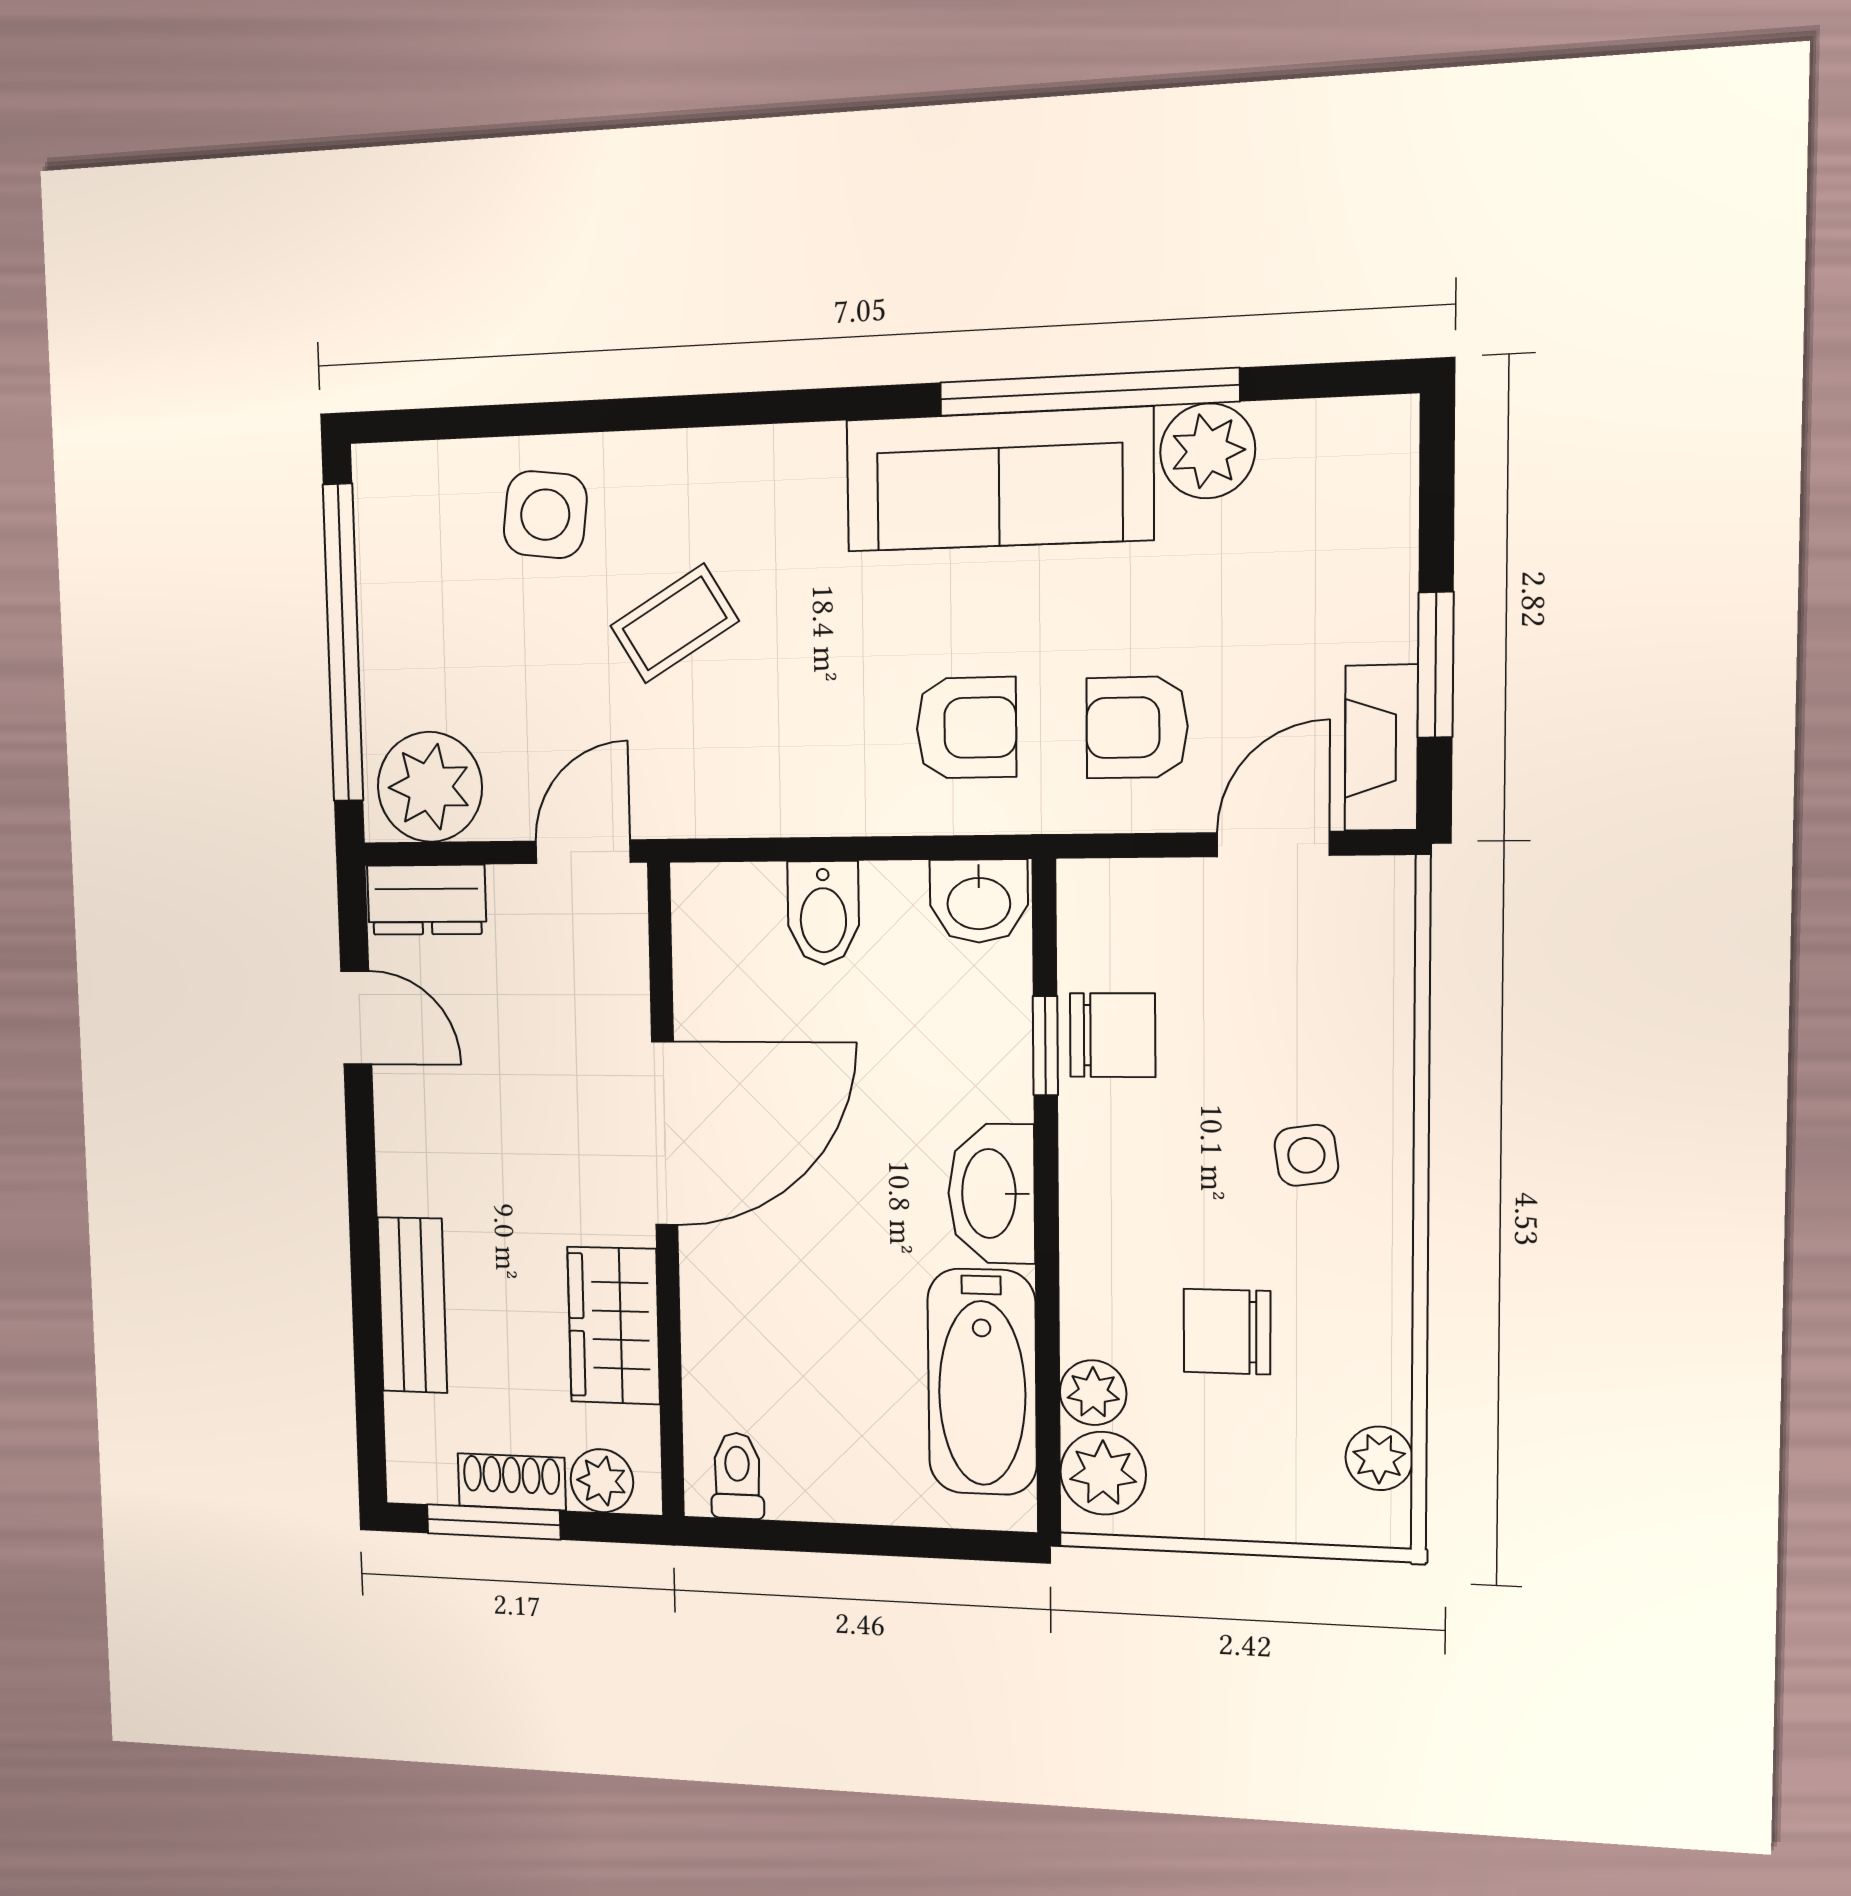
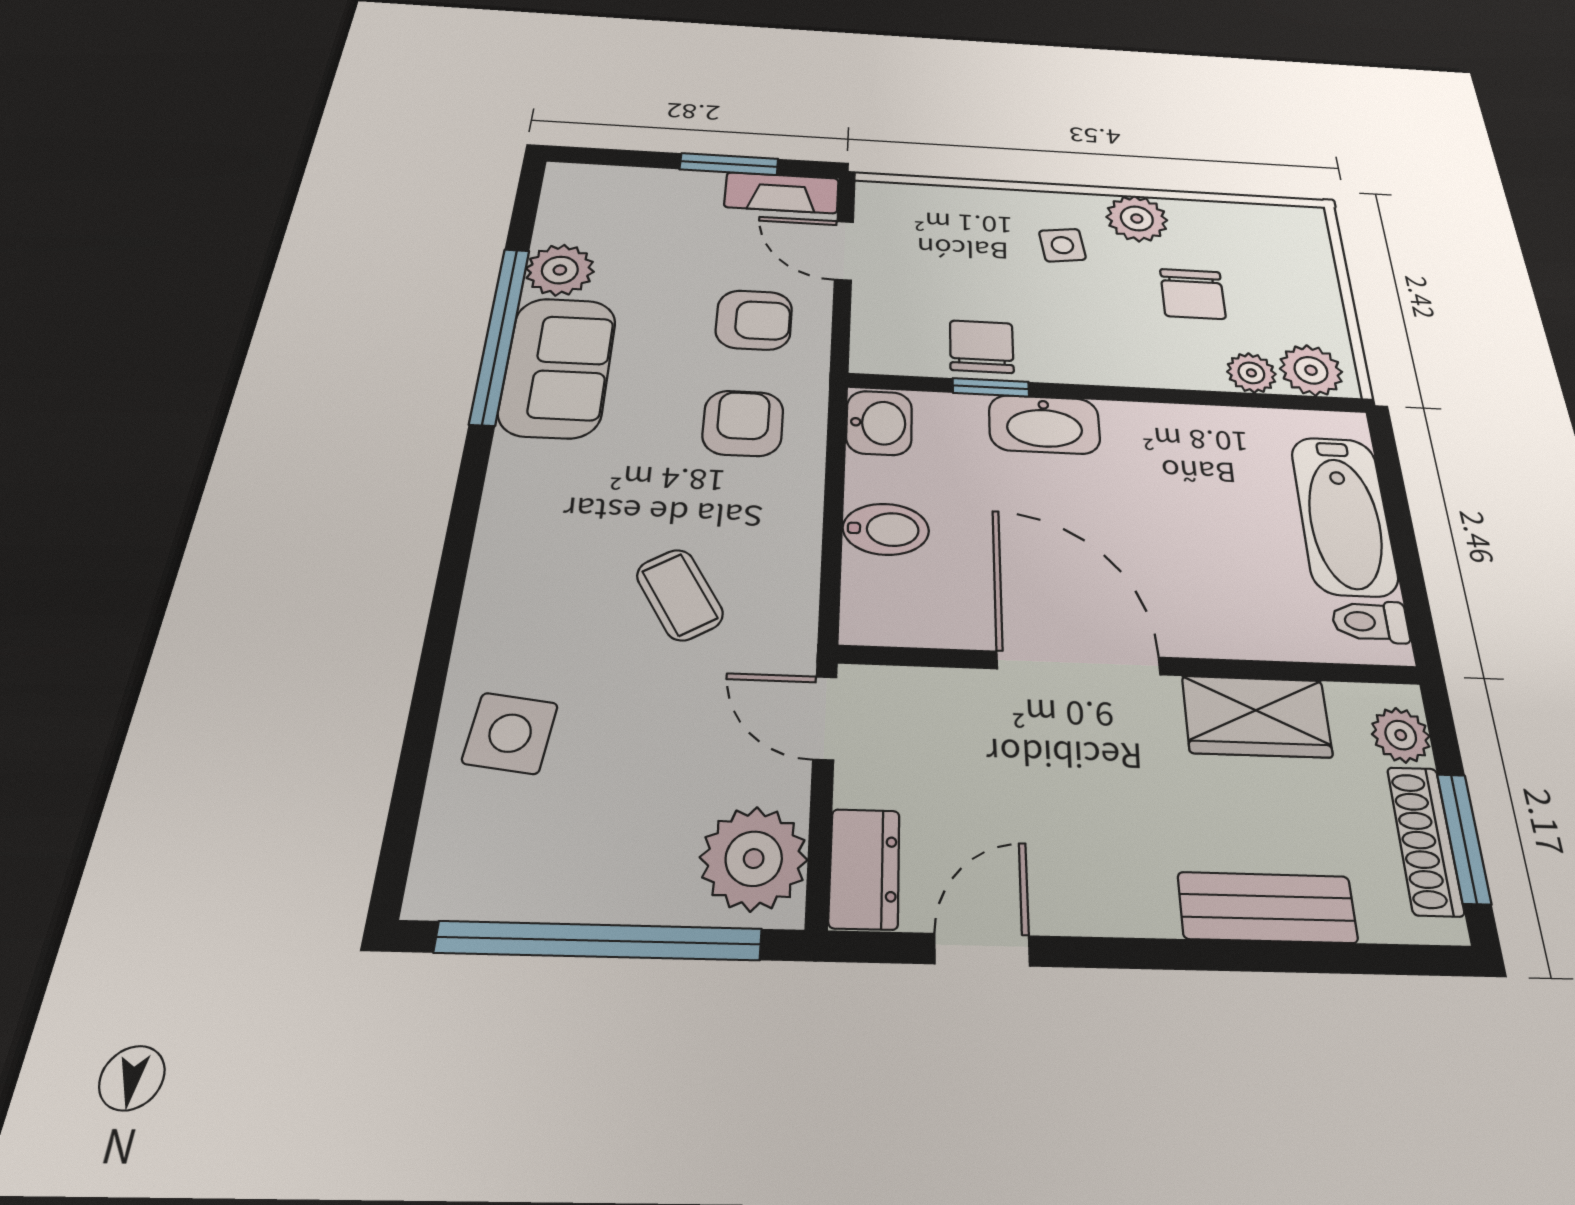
sofa: (999, 480) -> (558, 367), width x0.73
coffee table: (674, 623) -> (680, 595), moved
armchair: (1137, 727) -> (754, 320), turned -90
washbasin: (991, 1194) -> (1044, 424), moved
bathtub: (982, 1382) -> (1344, 515), moved, turned 90
plant: (1379, 1458) -> (1137, 219), moved, width x1.38, depth x1.38
shoe rack: (512, 1482) -> (1425, 840), width x1.43

